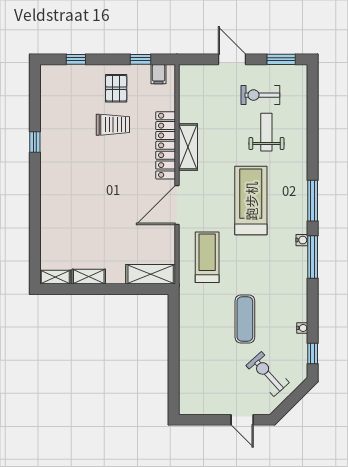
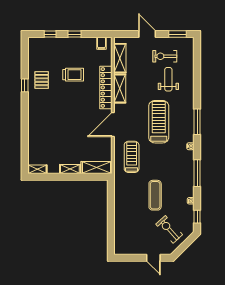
window: (141, 59) -> (75, 34), moved
pallet: (116, 88) -> (42, 80), moved
shelving: (188, 98) -> (120, 58), added
window: (313, 257) -> (197, 173), moved
shelving: (89, 277) -> (70, 169), moved

